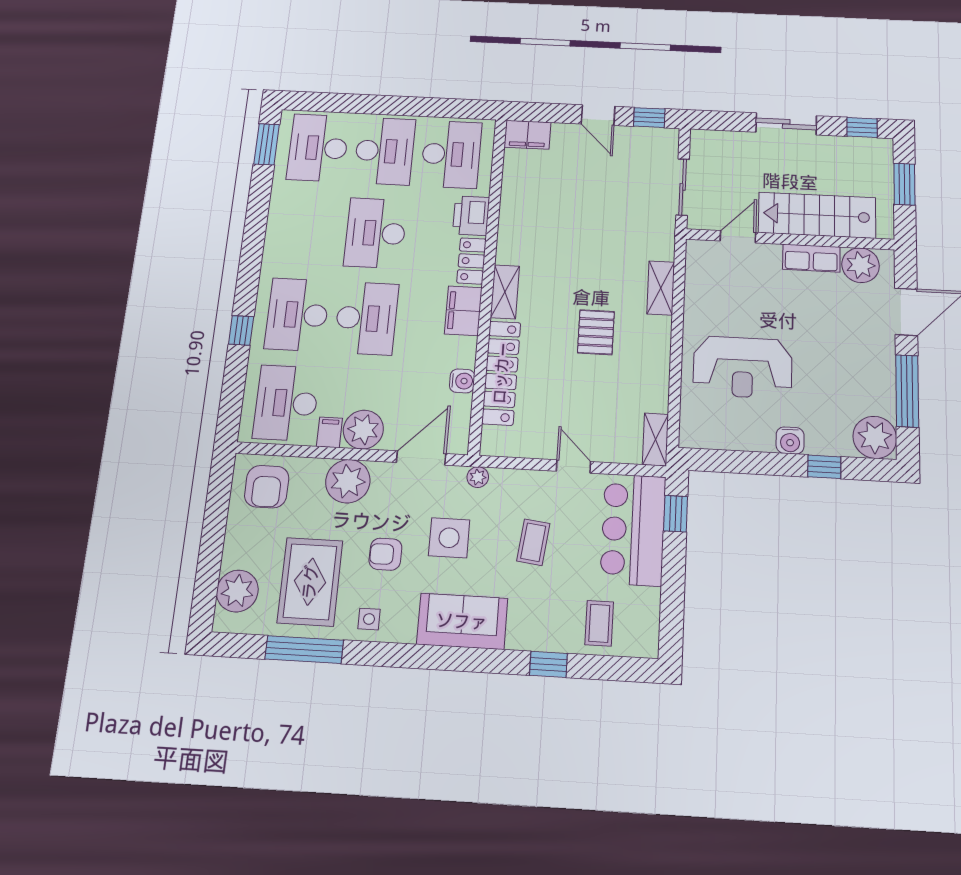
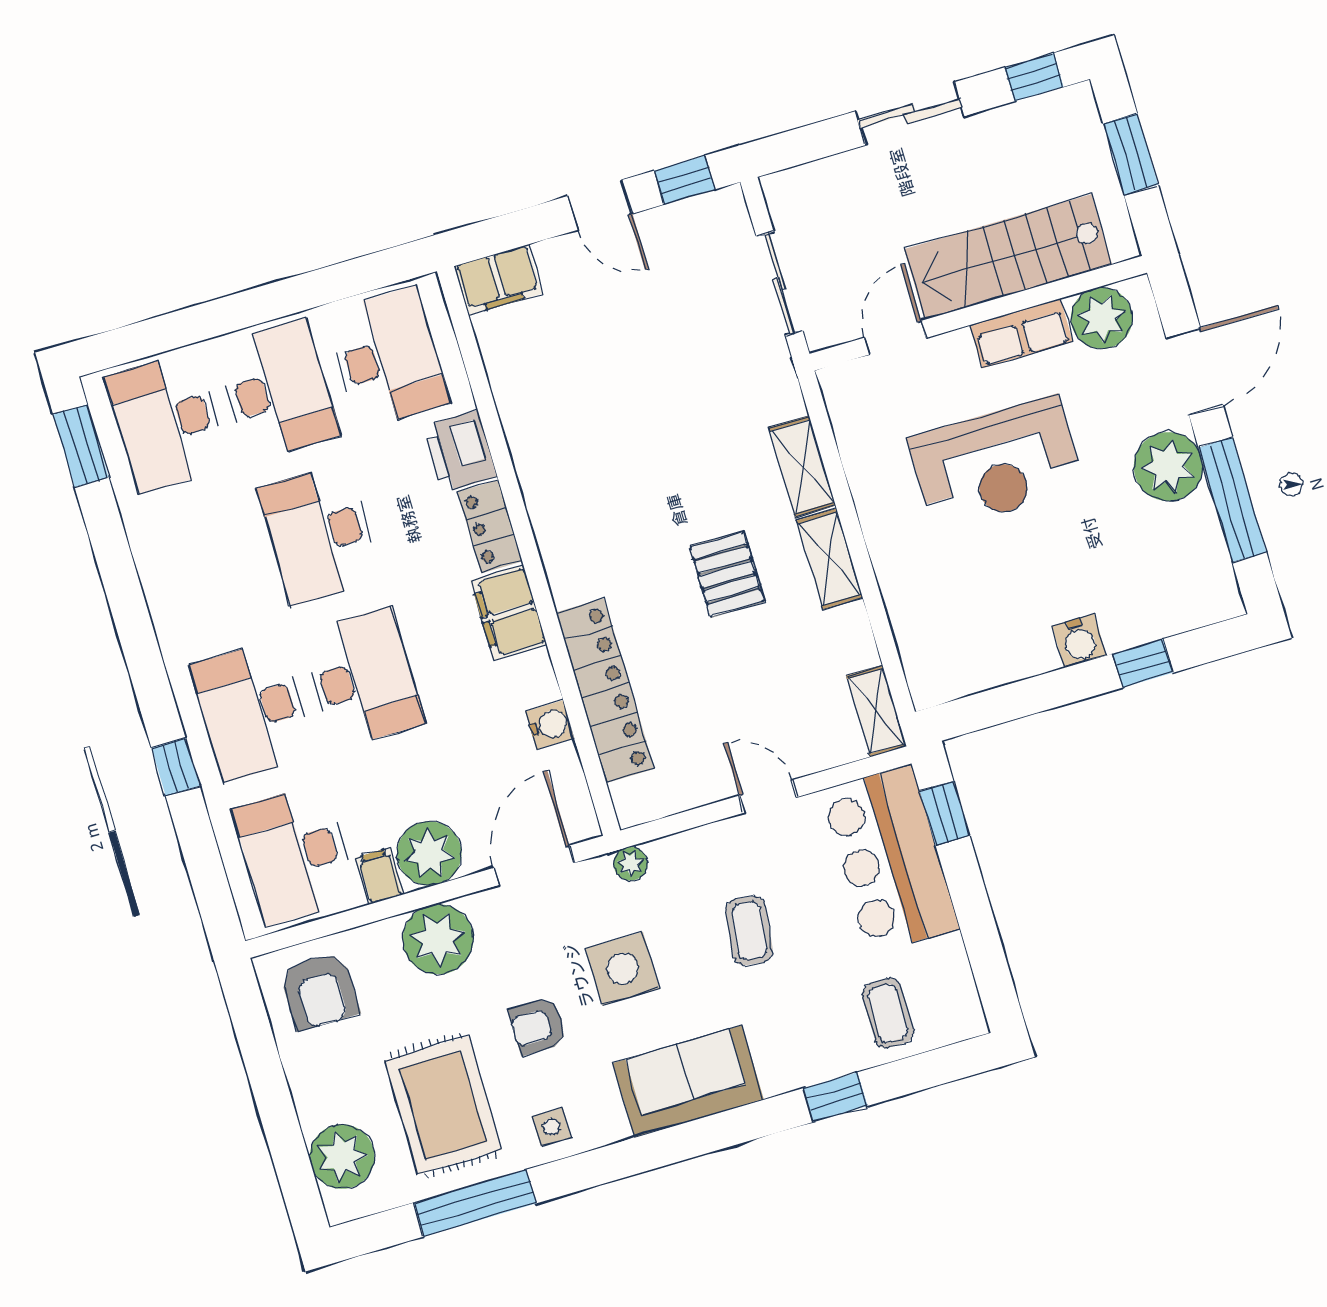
shelving: (505, 292) -> (830, 559), moved
reception desk: (743, 367) -> (996, 463), moved
plant: (875, 437) -> (1168, 467), moved

